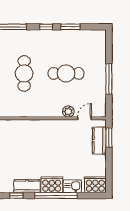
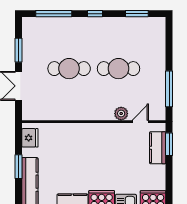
window: (70, 27) -> (137, 14), moved
cafe table: (24, 73) -> (69, 69), turned 90
window: (109, 79) -> (169, 89), moved

